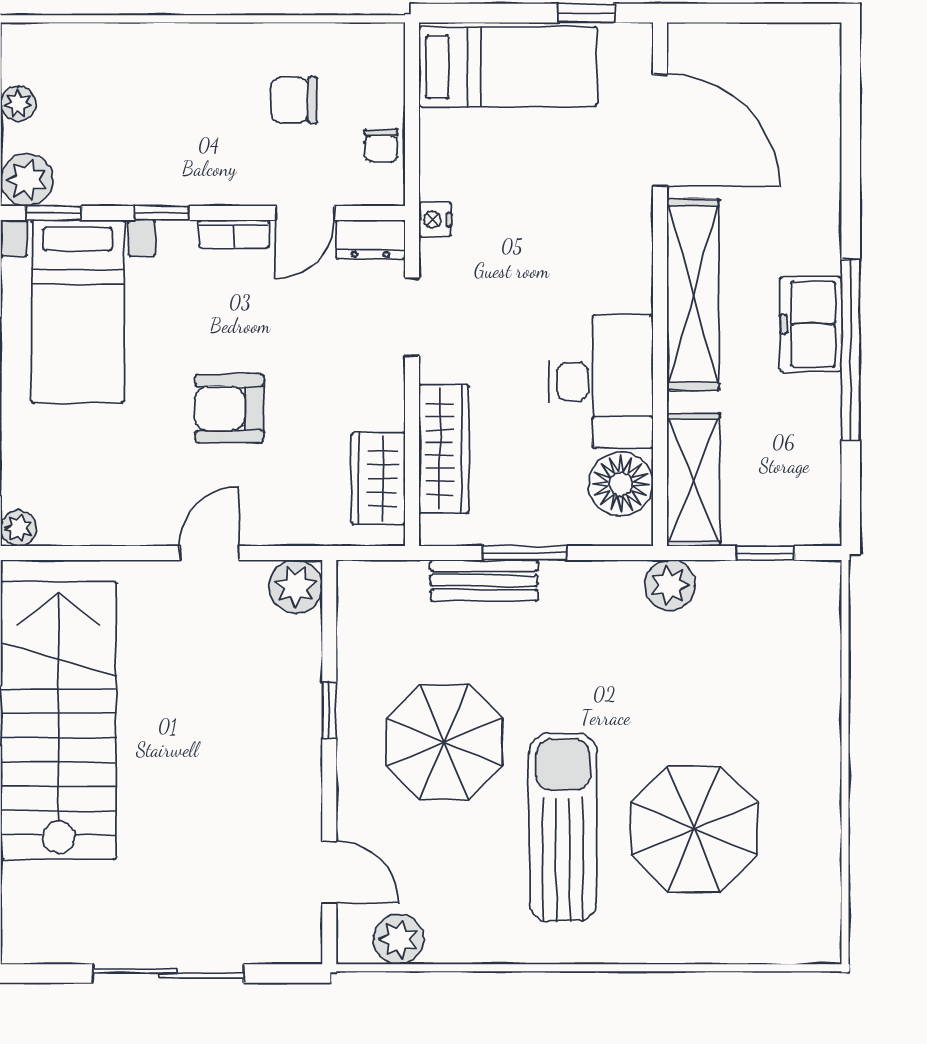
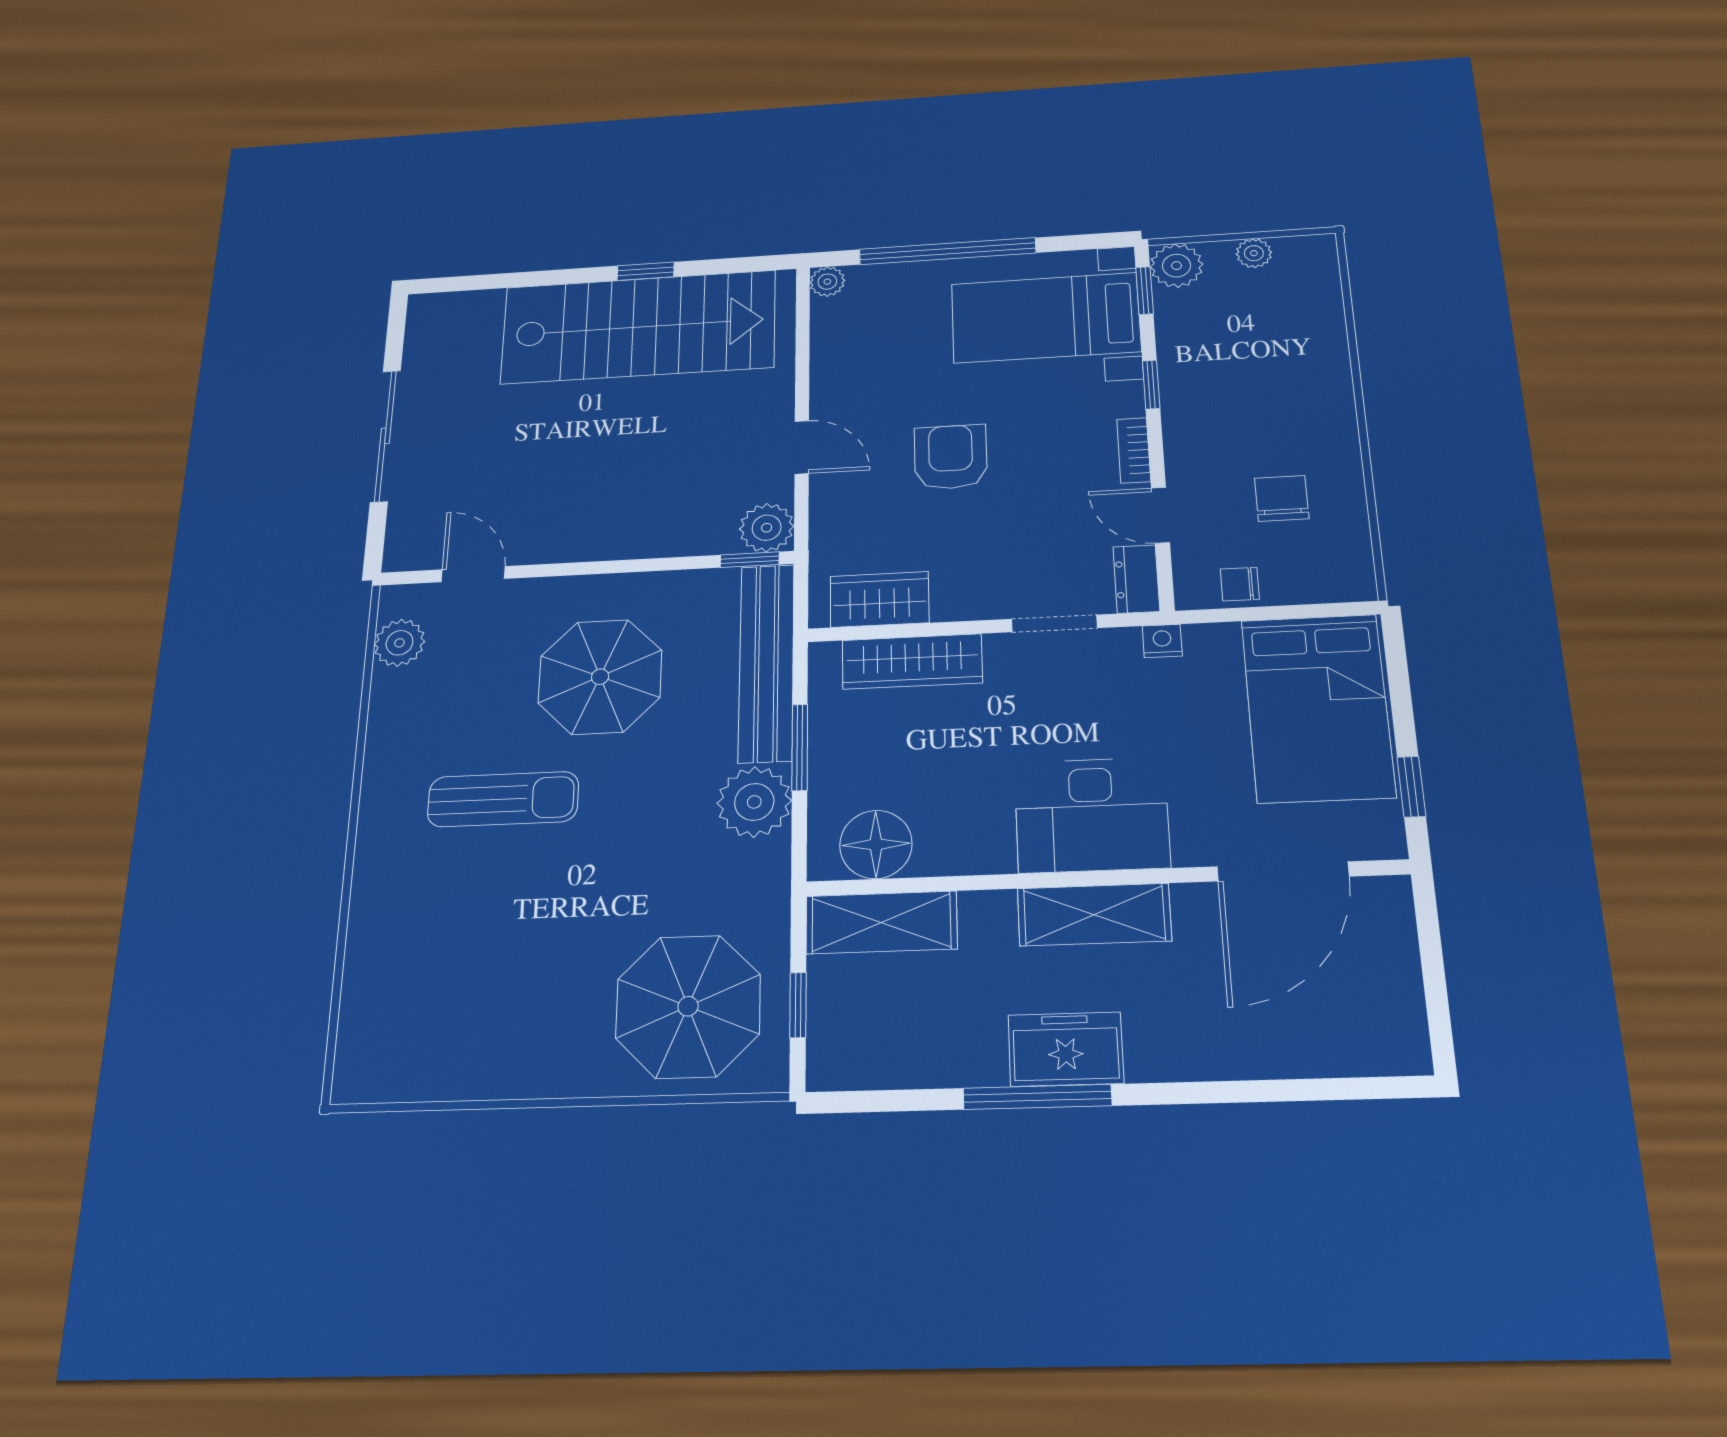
bed: (508, 67) -> (1317, 708), width x1.50
shelving: (693, 294) -> (1094, 915), width x0.68
window: (851, 350) -> (1037, 1097), width x0.68
desk: (601, 382) -> (1092, 815), moved
bench: (484, 580) -> (766, 662), width x1.86, depth x1.21
plant: (670, 585) -> (754, 802), moved, width x1.36, depth x1.36
window: (329, 710) -> (750, 560), moved
sun lounger: (563, 828) -> (503, 799), width x0.73, depth x0.75
parasol: (694, 829) -> (688, 1006), moved
door: (329, 872) -> (473, 574), swing flipped

